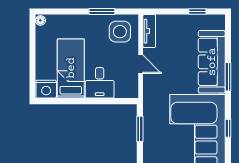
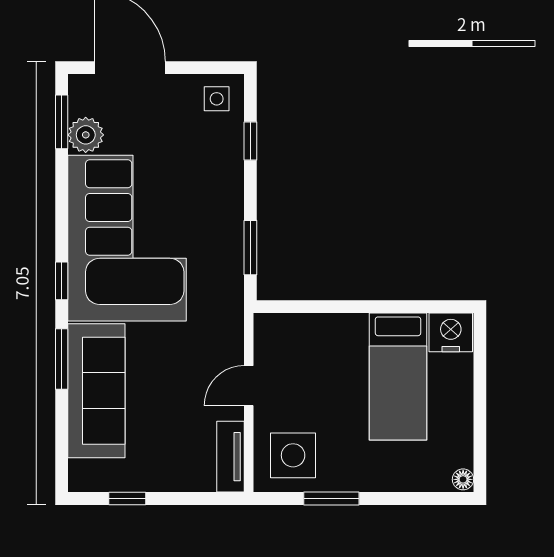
door: (141, 64) -> (249, 386), hinge flipped
desk: (100, 83) -> (336, 346), removed
window: (228, 128) -> (62, 281), moved

